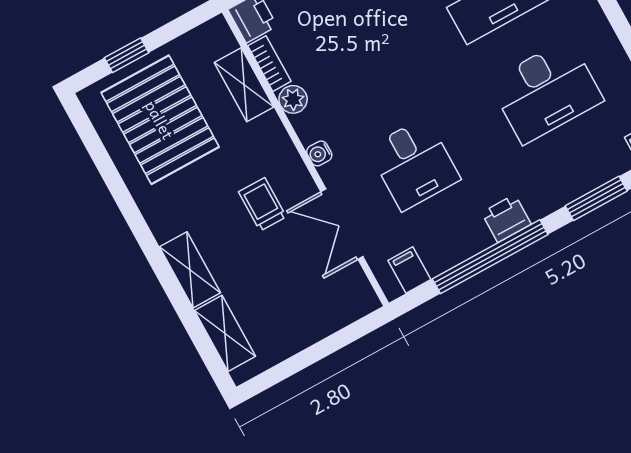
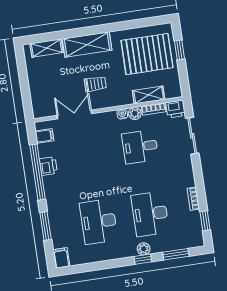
water cooler: (319, 153) -> (122, 114), moved
desk: (414, 164) -> (140, 147), moved
printer: (506, 218) -> (48, 166), moved
shelving: (190, 270) -> (87, 44), width x1.50, depth x1.33

